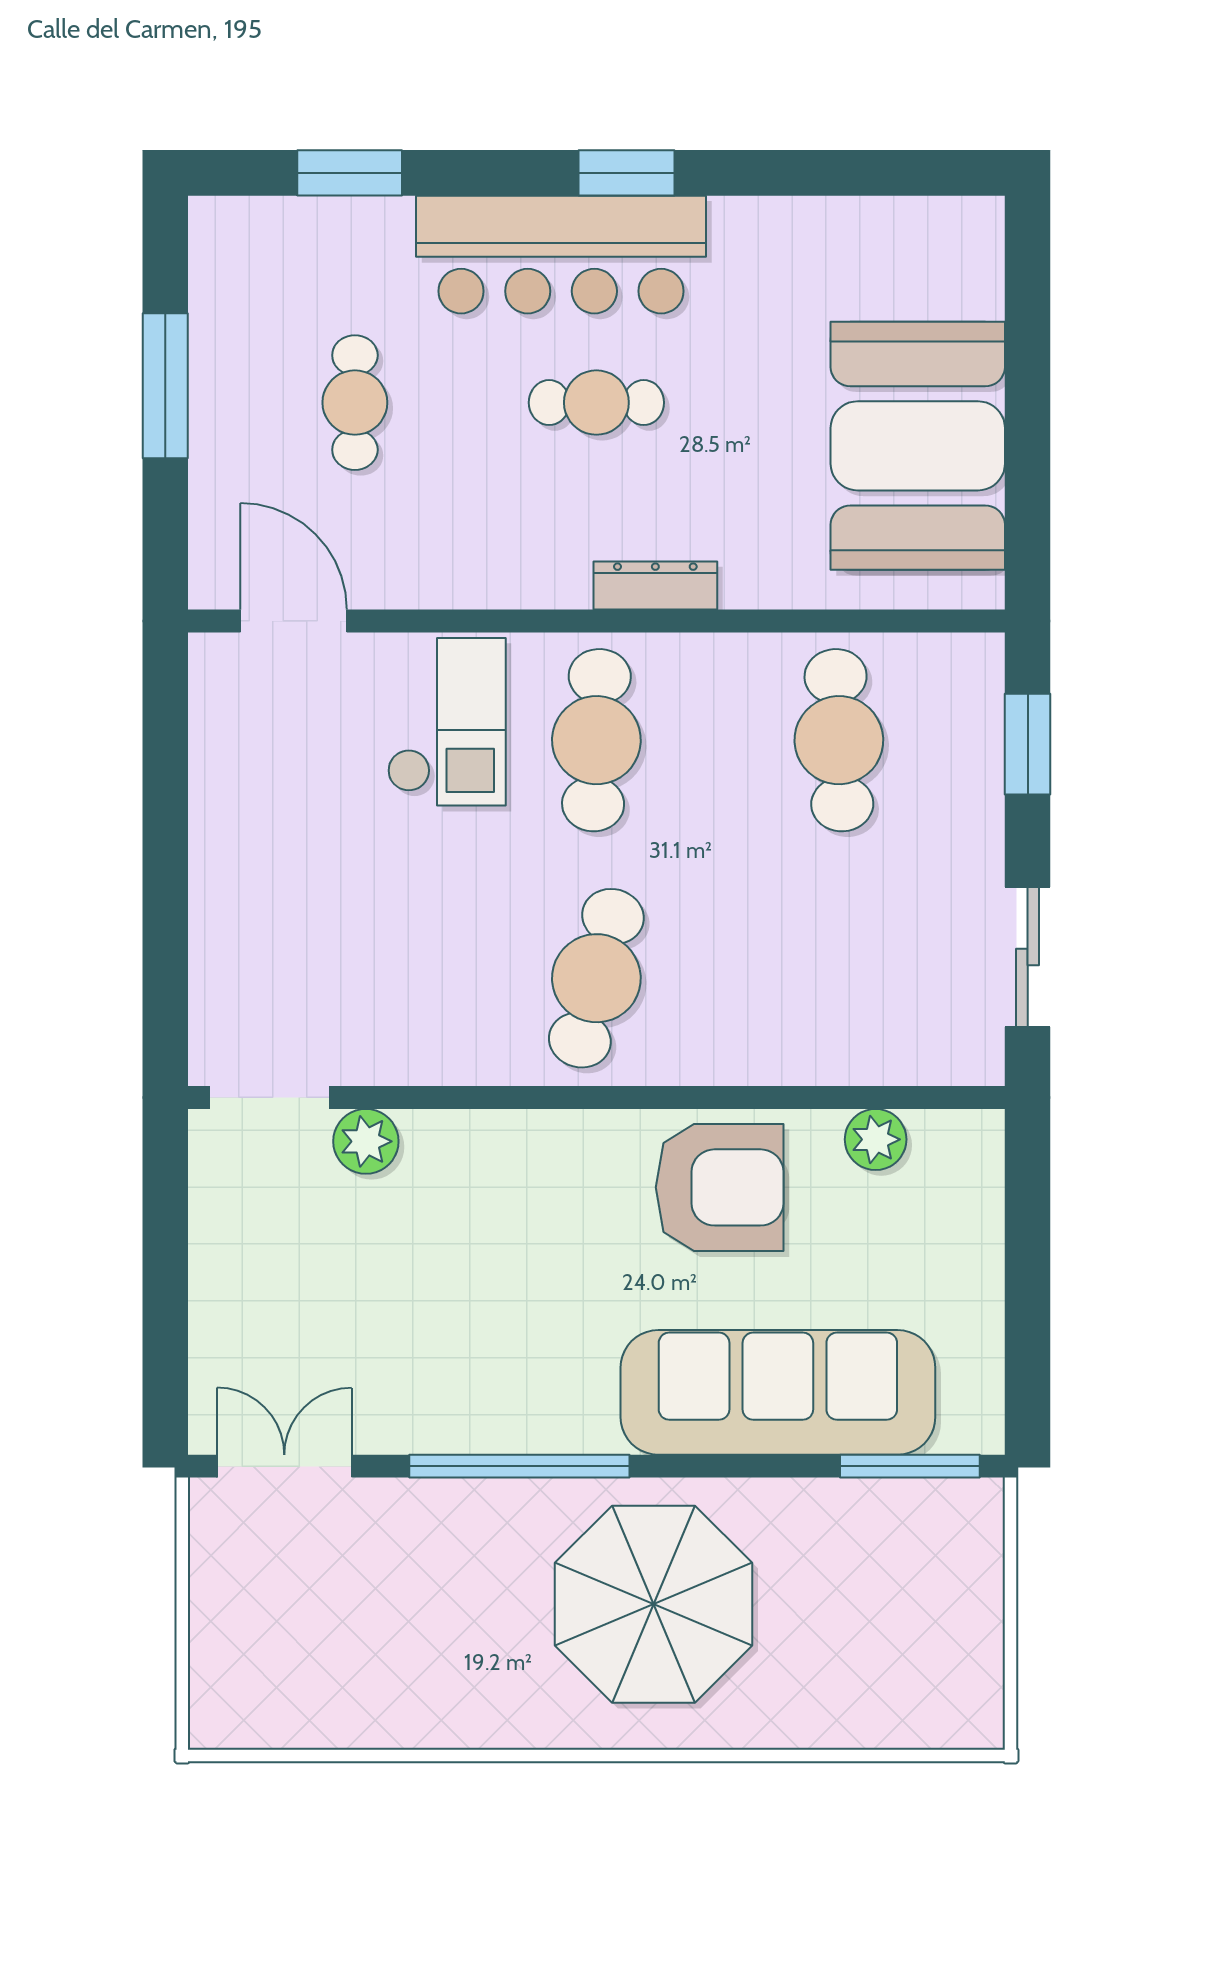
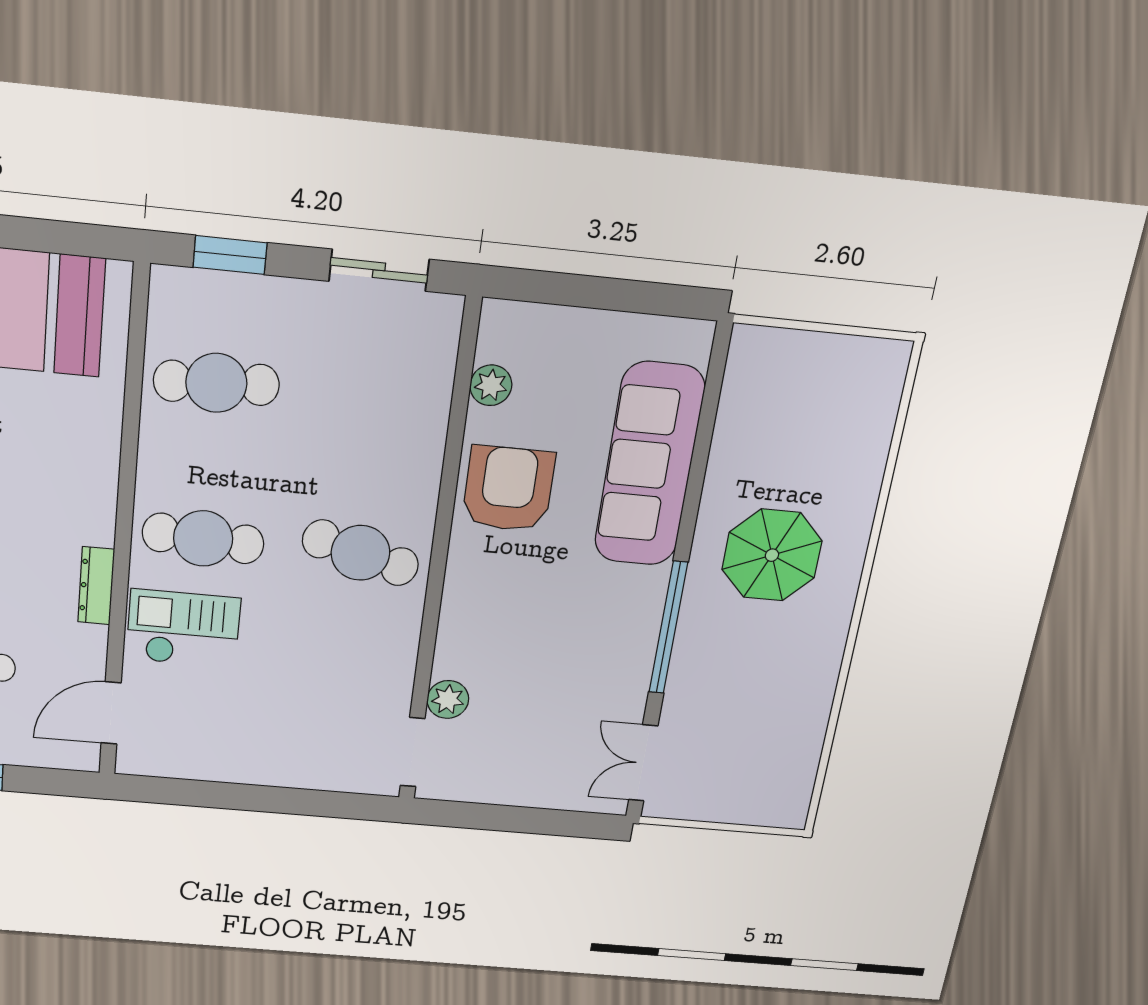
dresser: (655, 585) -> (96, 586), moved
window: (910, 1466) -> (714, 384), removed
parasol: (654, 1604) -> (772, 555), width x0.73, depth x0.73

